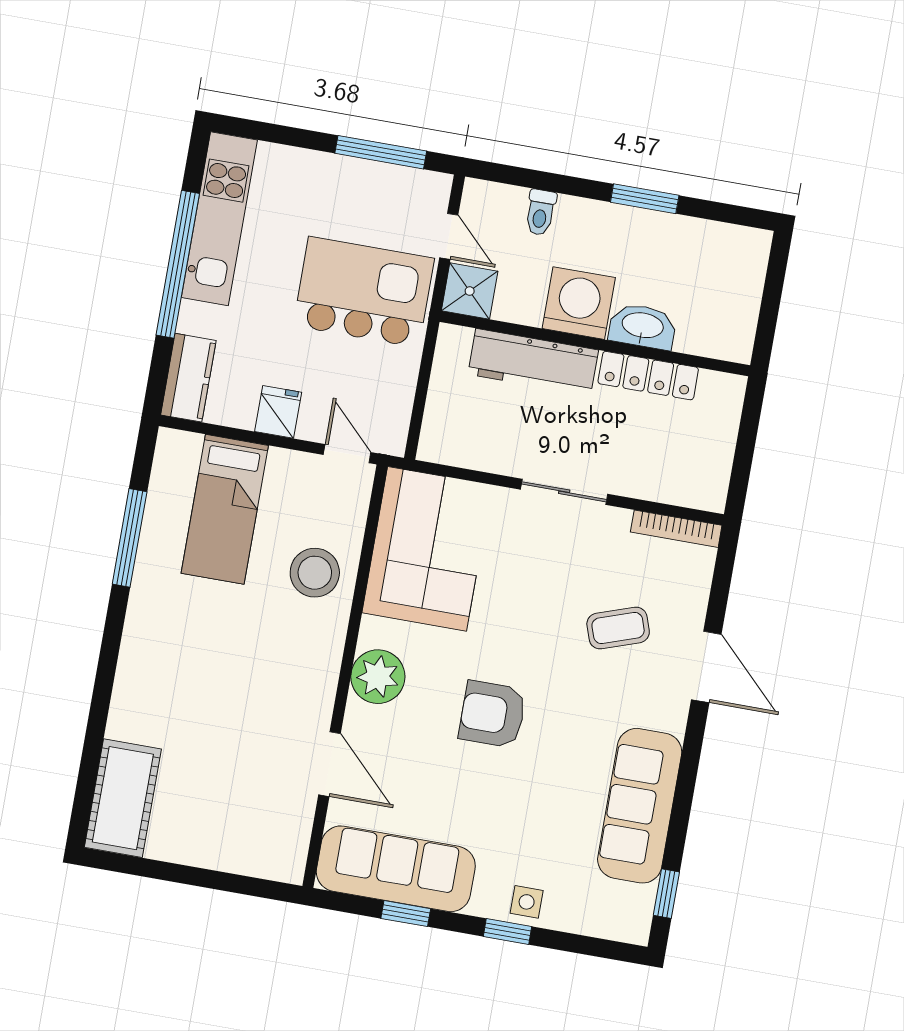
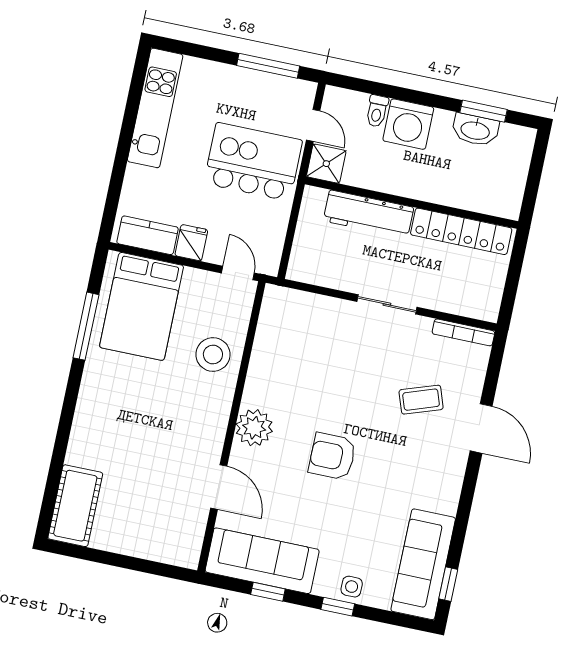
window: (645, 199) -> (483, 111), moved
window: (178, 264) -> (125, 138), removed
washing machine: (579, 303) -> (408, 124), moved, turned 180
washbasin: (643, 326) -> (475, 130), moved, turned 180
locker: (648, 376) -> (461, 231), width x1.41, depth x1.21
kitchen counter: (188, 378) -> (148, 235), moved, turned -90
bed: (225, 509) -> (142, 306), width x1.50
corner sofa: (427, 549) -> (291, 341), removed
sofa: (640, 806) -> (423, 564), moved

